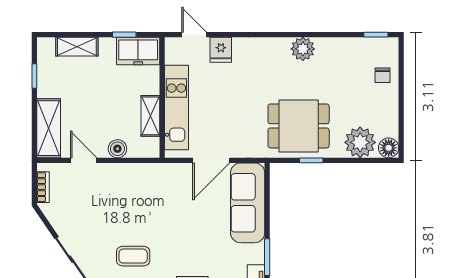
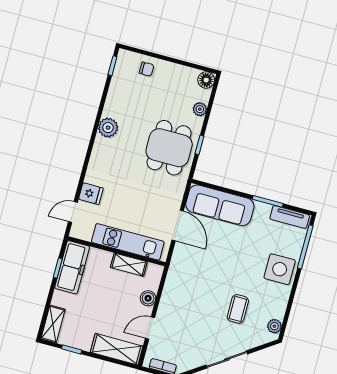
shelving: (77, 47) -> (53, 324), moved
freezer: (138, 51) -> (72, 267), width x1.40
plant: (360, 142) -> (200, 109), width x0.53, depth x0.53

